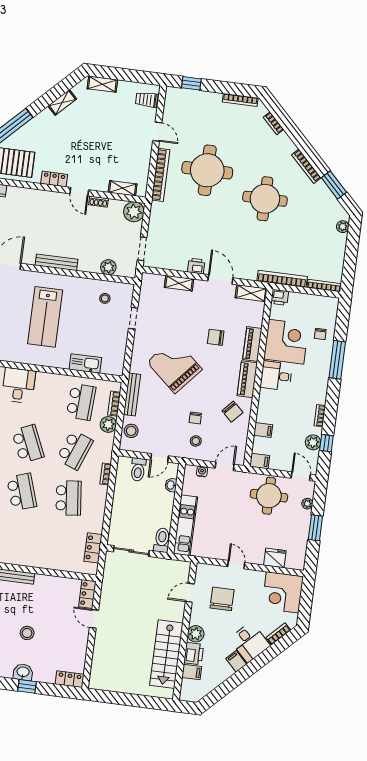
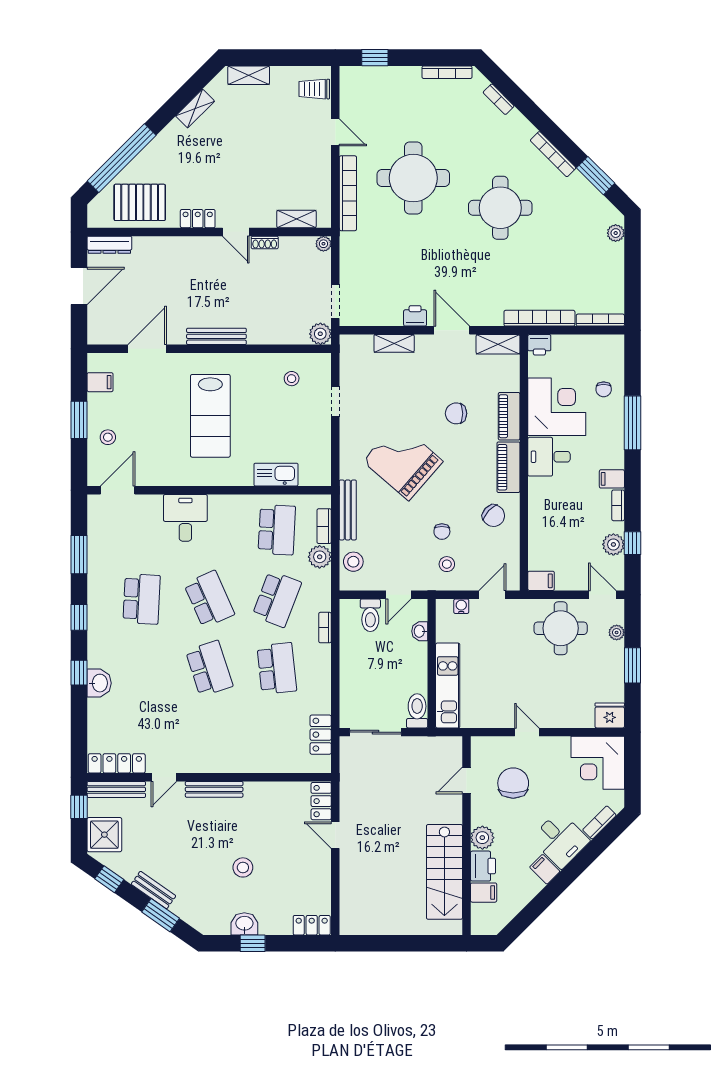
plant: (134, 212) -> (323, 244), width x0.53, depth x0.53
plant: (108, 267) -> (320, 334), moved
filing cabinet: (263, 430) -> (612, 479), moved, turned 180
fridge: (275, 558) -> (610, 715), moved

